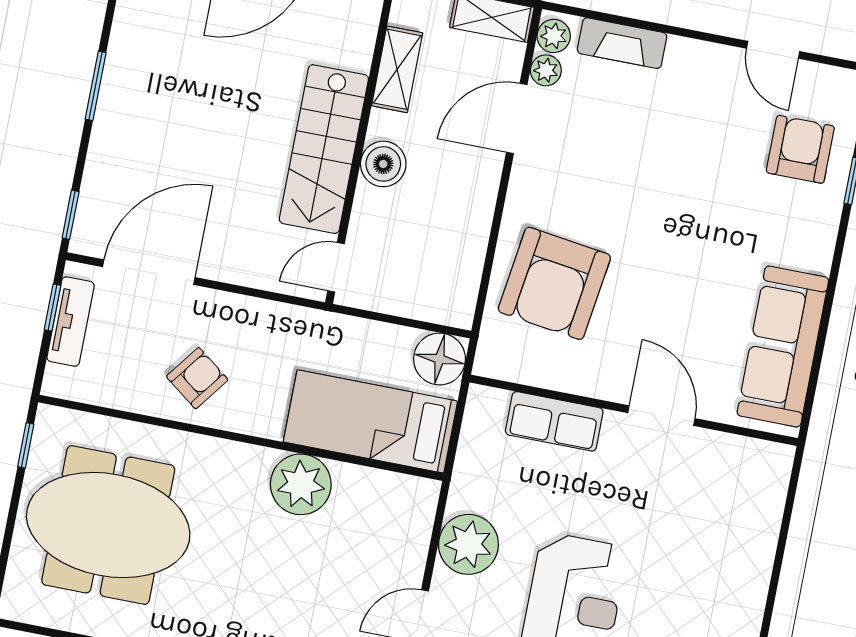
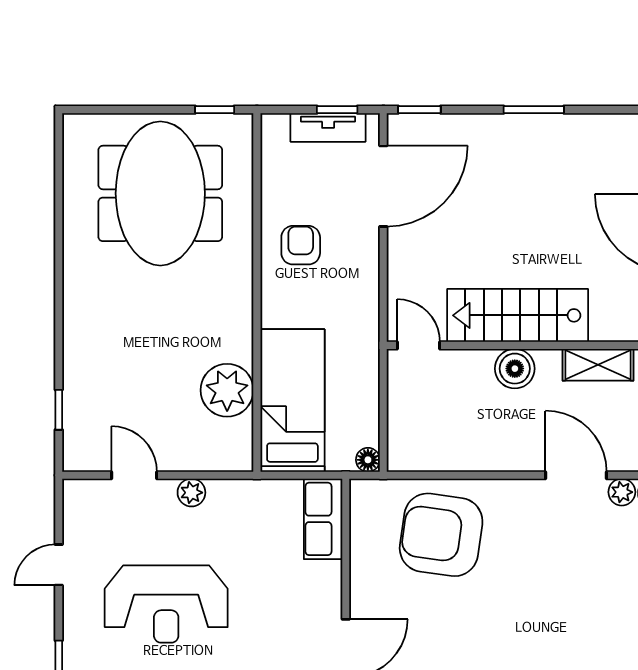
door: (149, 272) -> (383, 186), hinge flipped
floor lamp: (440, 359) -> (368, 460), width x0.53, depth x0.53
armchair: (197, 378) -> (301, 245), turned -127
row of seats: (554, 421) -> (323, 519), moved
plant: (301, 484) -> (227, 390), moved
plant: (468, 544) -> (191, 493), width x0.53, depth x0.53

